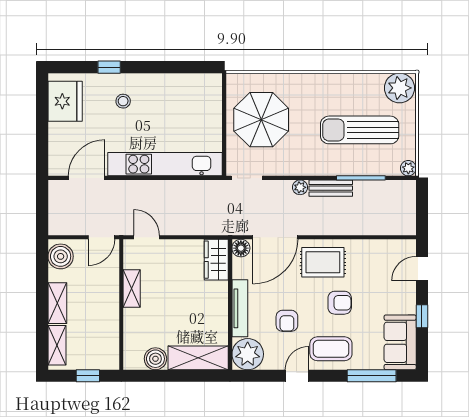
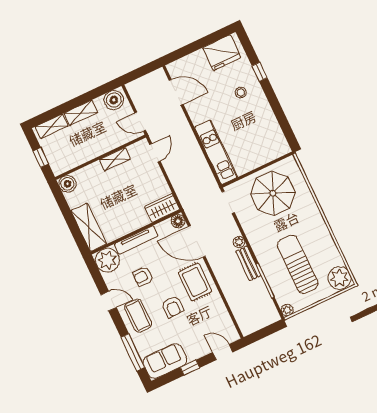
kitchen unit: (165, 164) -> (216, 152), width x0.73
boiler: (155, 359) -> (67, 184), moved

